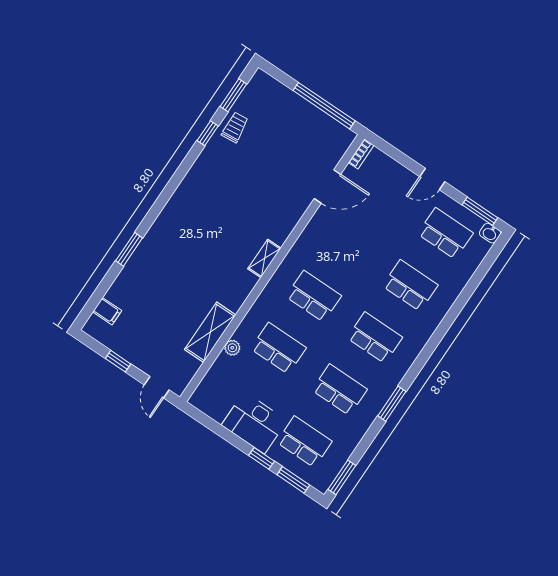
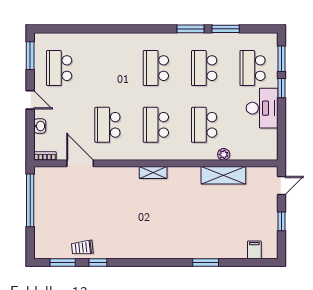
washbasin: (490, 233) -> (40, 126), moved
school desk: (410, 286) -> (107, 125), moved
window: (342, 477) -> (226, 29), moved

